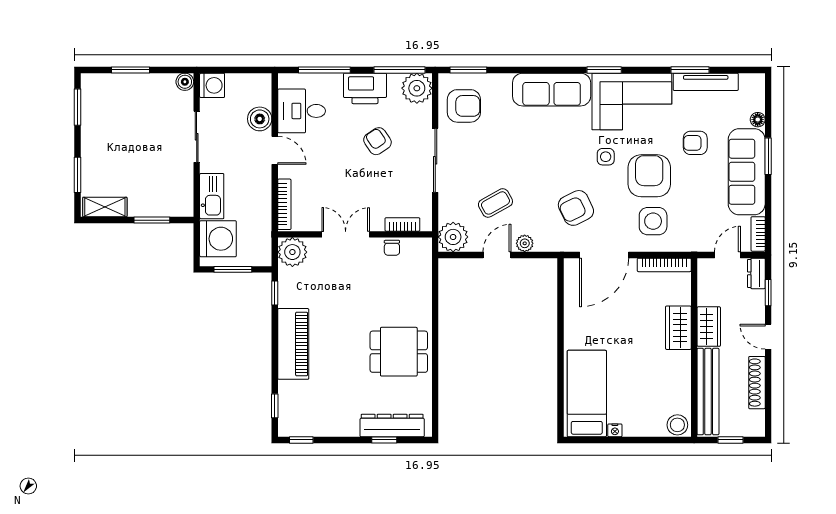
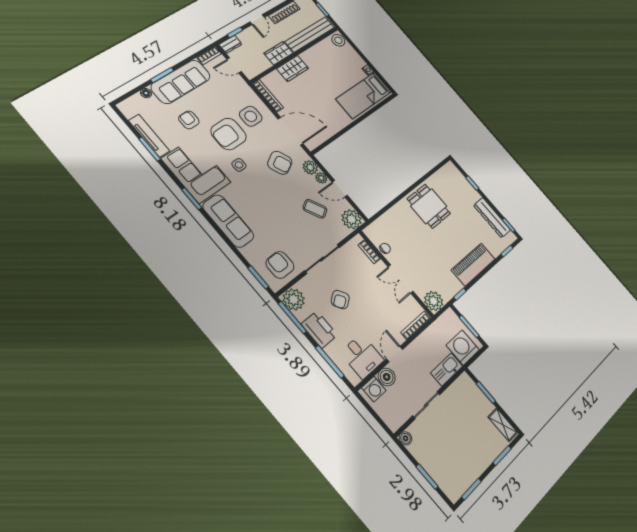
washing machine: (212, 85) -> (374, 389), moved, turned 180
armchair: (695, 143) -> (189, 120), turned 180
plant: (546, 241) -> (310, 167), added
dresser: (392, 425) -> (492, 218), moved

